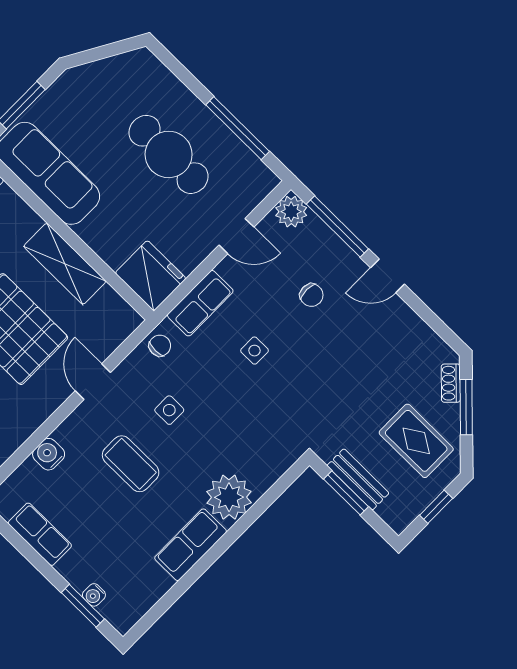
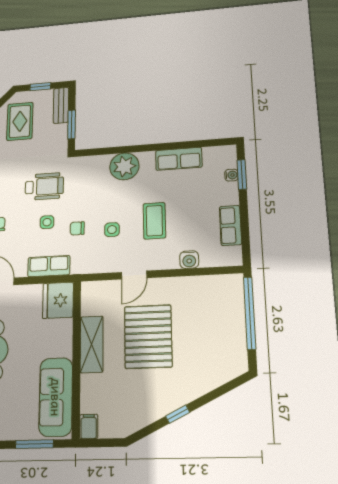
chair: (160, 346) -> (77, 228), moved
wheelchair: (301, 389) -> (44, 186), added
bench: (358, 479) -> (61, 105), moved
row of seats: (191, 545) -> (179, 159), moved

